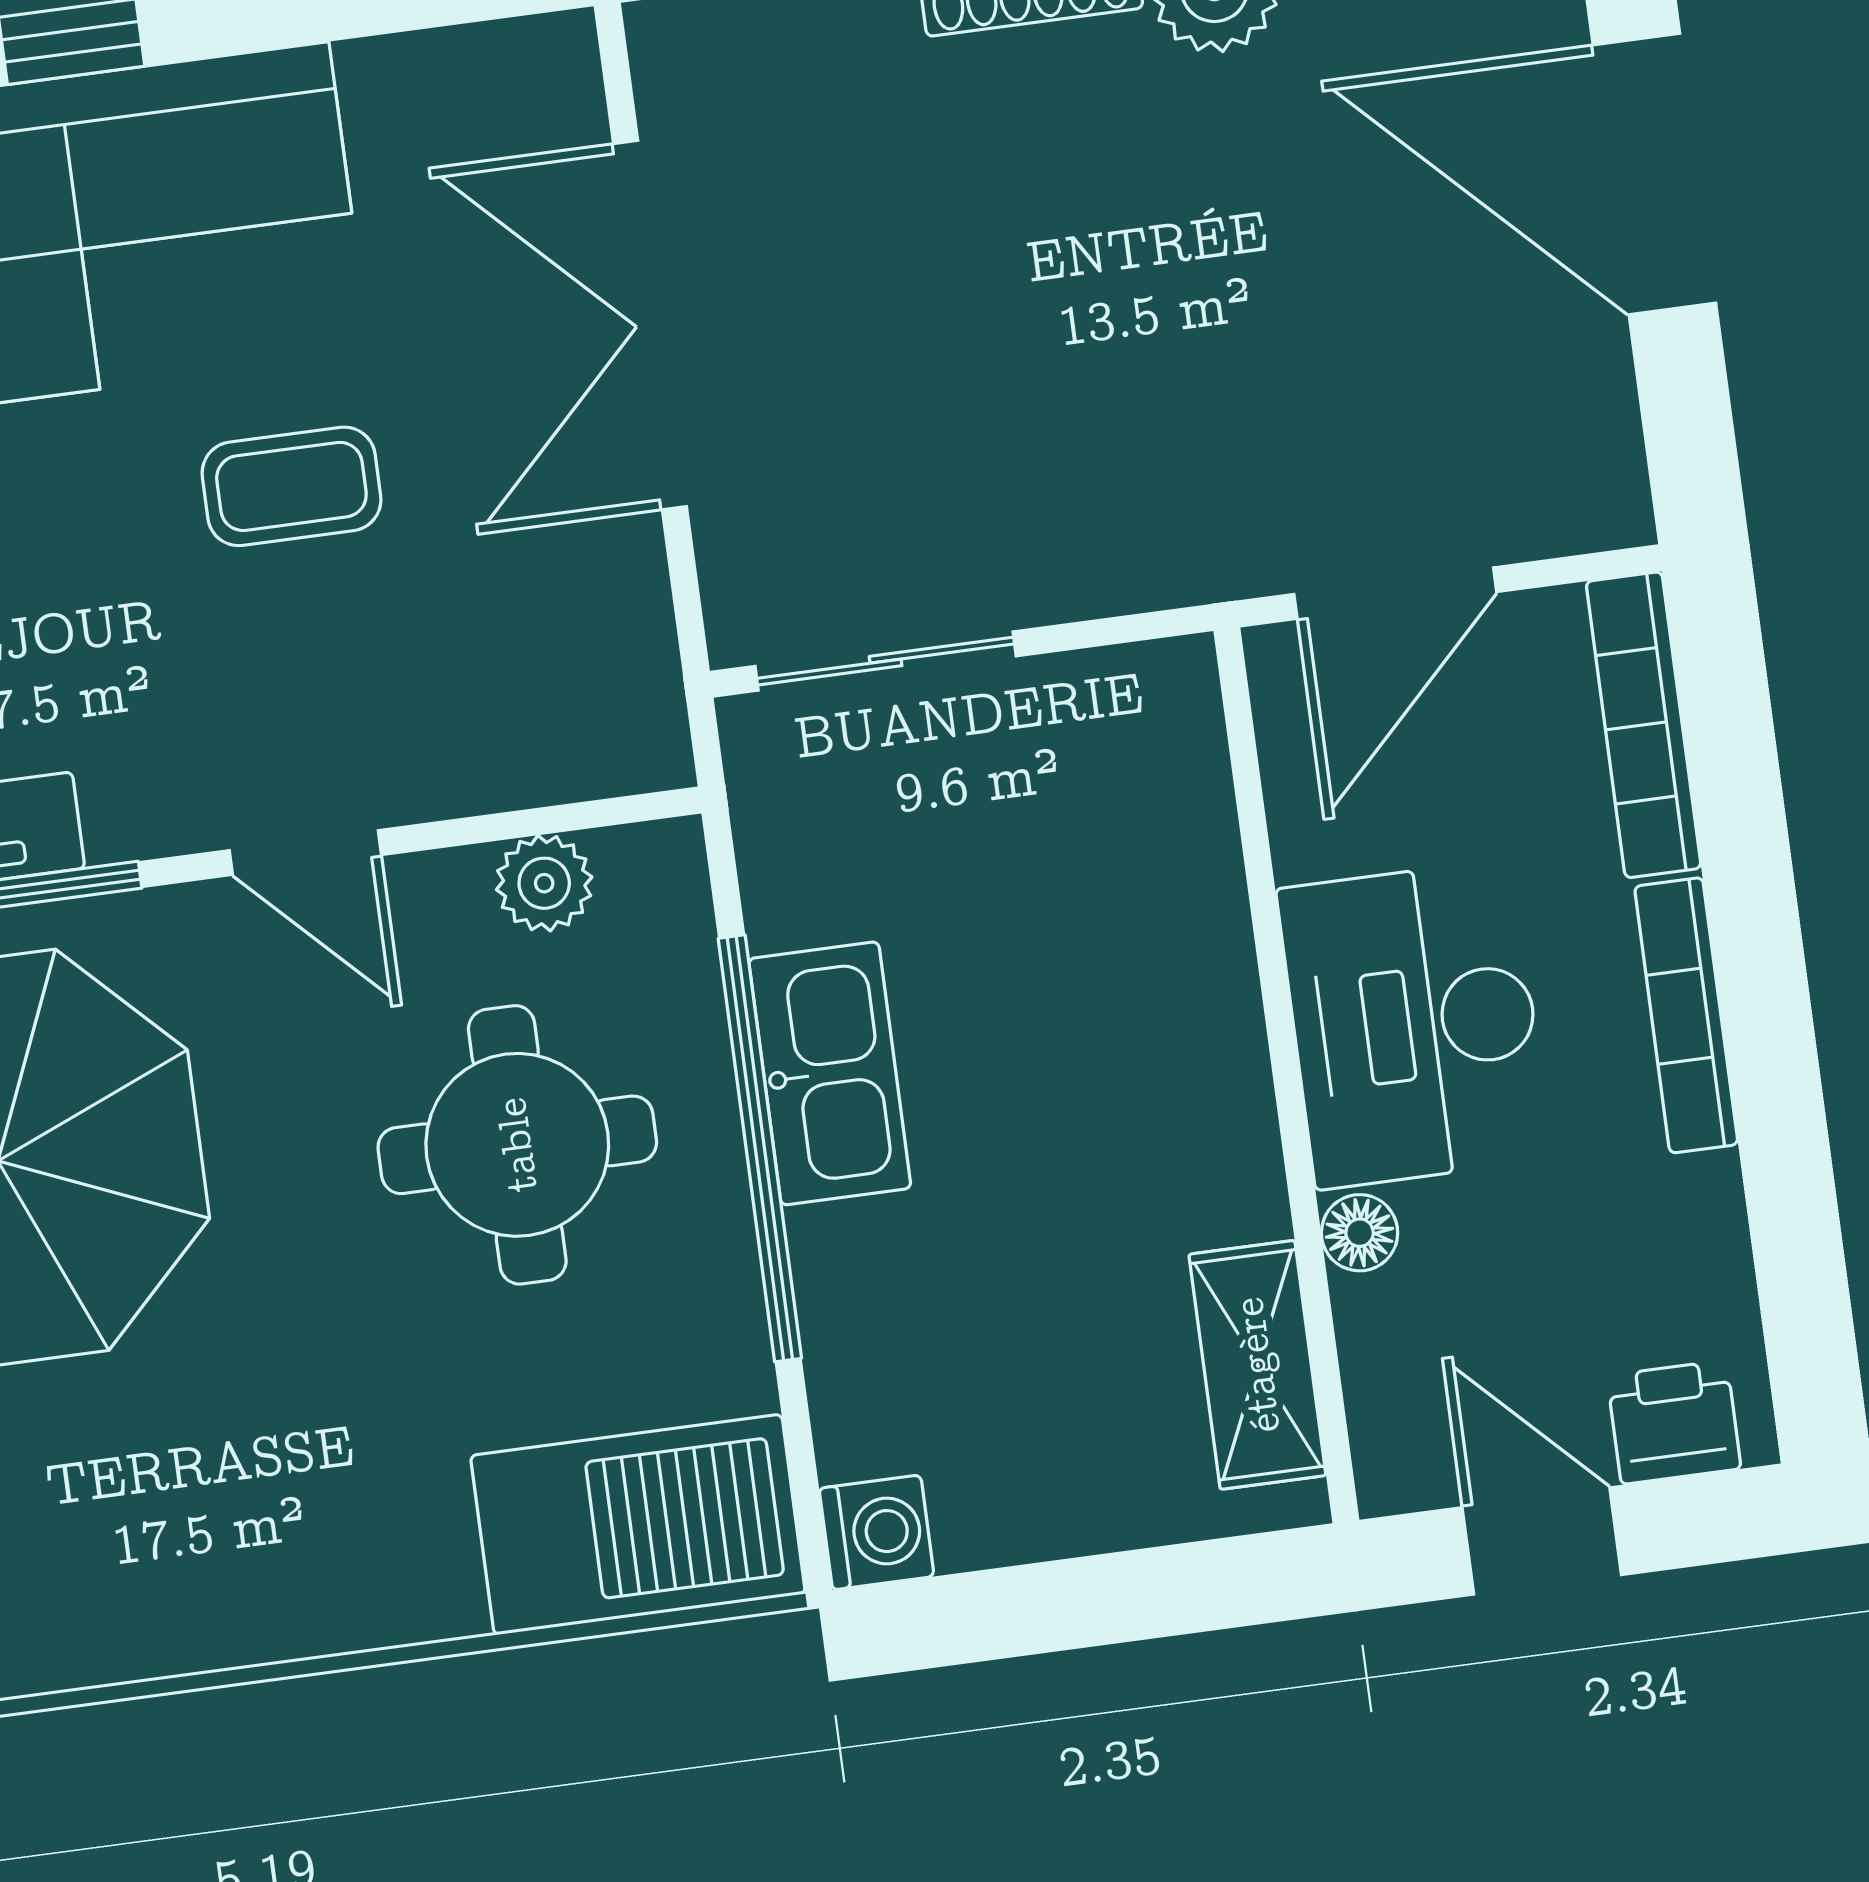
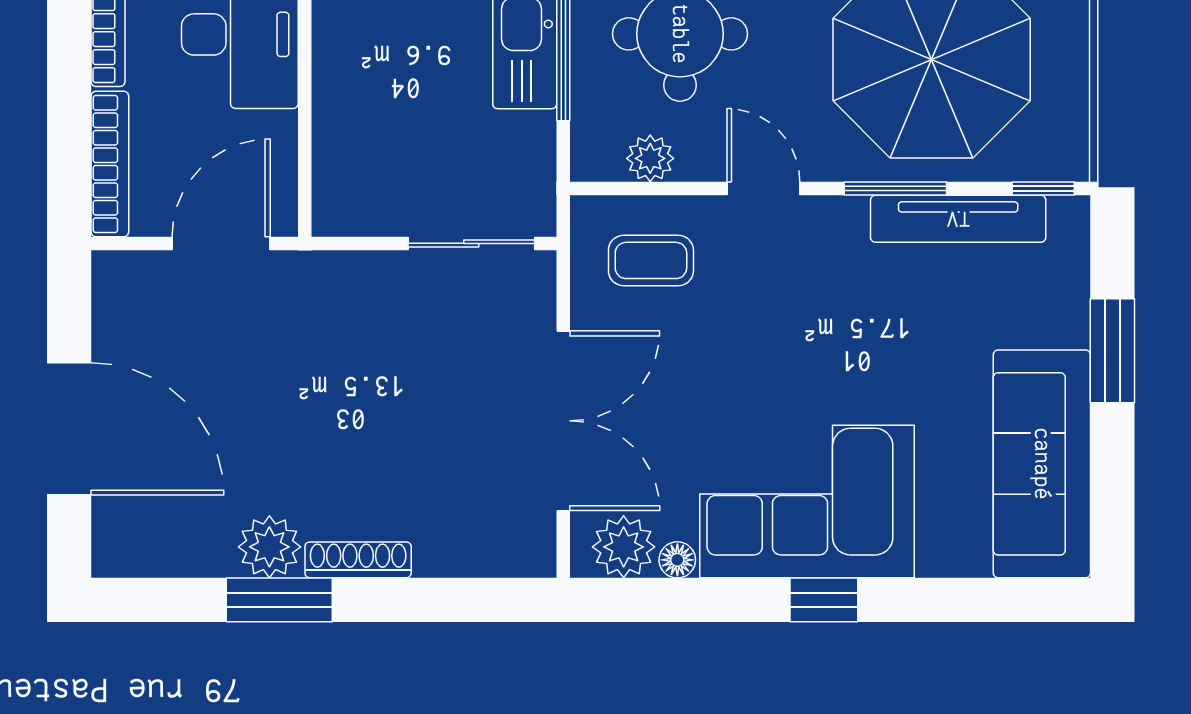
floor lamp: (380, 72) -> (677, 560), added
plant: (493, 84) -> (624, 547), added
coffee table: (291, 486) -> (651, 260), moved

